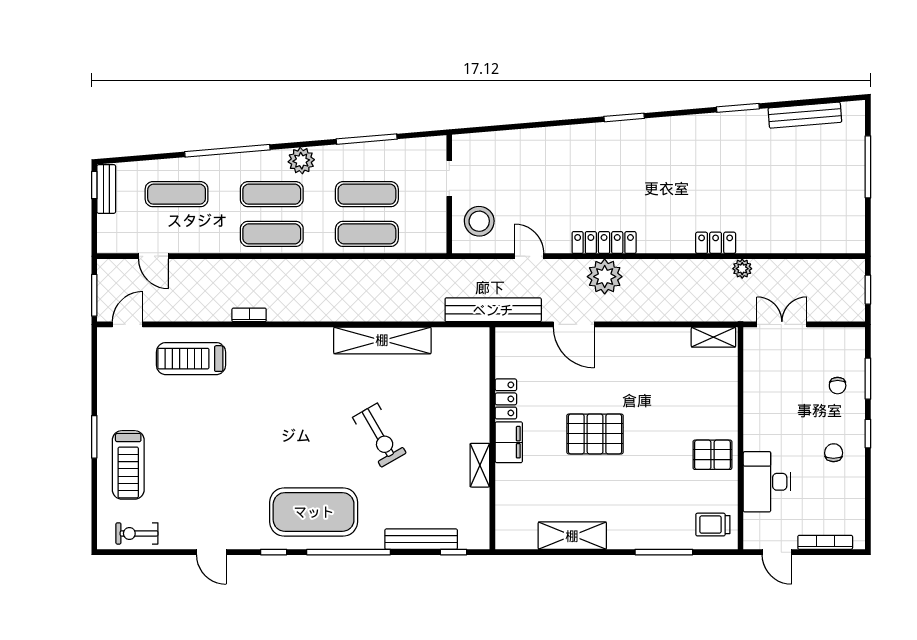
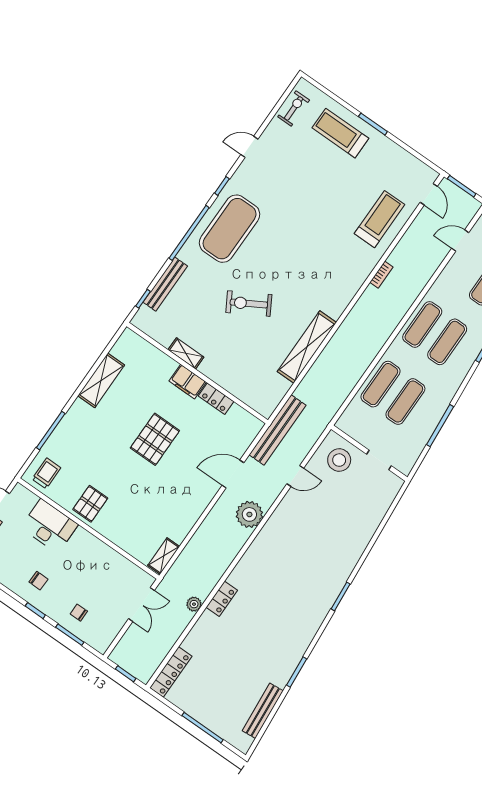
plant: (301, 161) -> (455, 375), removed
locker: (604, 243) -> (171, 672), moved

